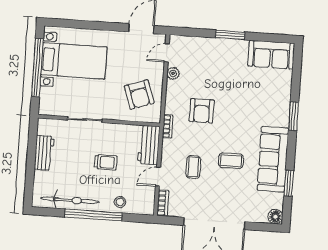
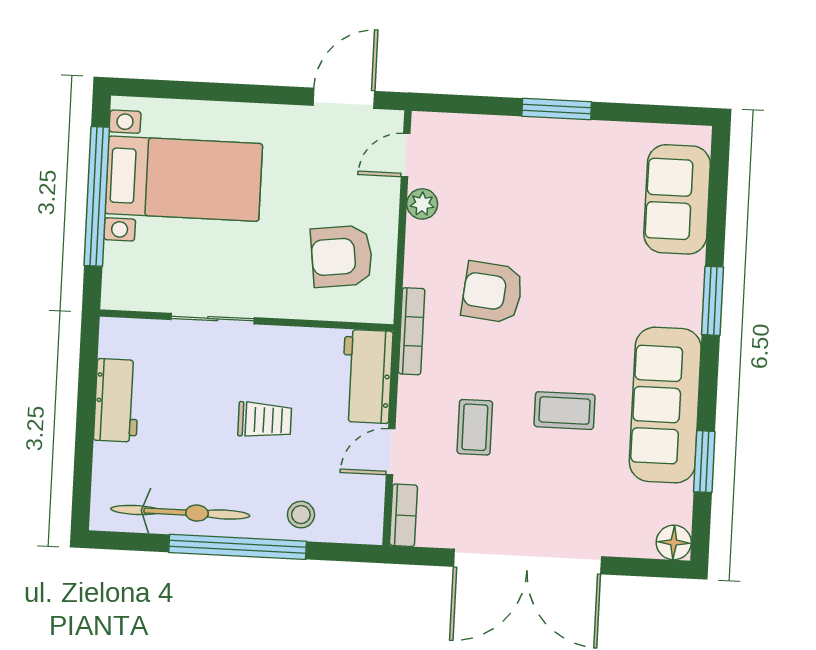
sofa: (271, 55) -> (677, 199), moved, turned 90
armchair: (139, 95) -> (342, 256), turned 102
armchair: (202, 111) -> (492, 292), turned 96
bookcase: (168, 126) -> (412, 331), width x1.56

